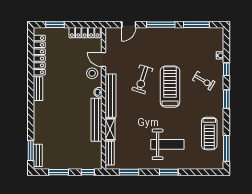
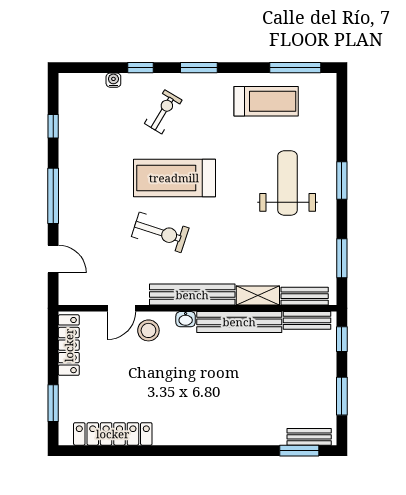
window: (196, 25) -> (53, 126), width x0.46
bench: (38, 89) -> (307, 320), moved

